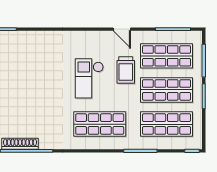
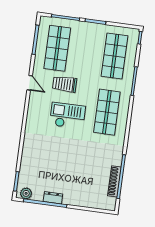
door: (122, 29) -> (30, 83), hinge flipped
trolley: (126, 70) -> (65, 84), turned 180
checkout: (89, 78) -> (67, 116), turned 180
shop shelf: (167, 90) -> (86, 52), removed

